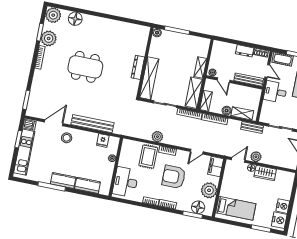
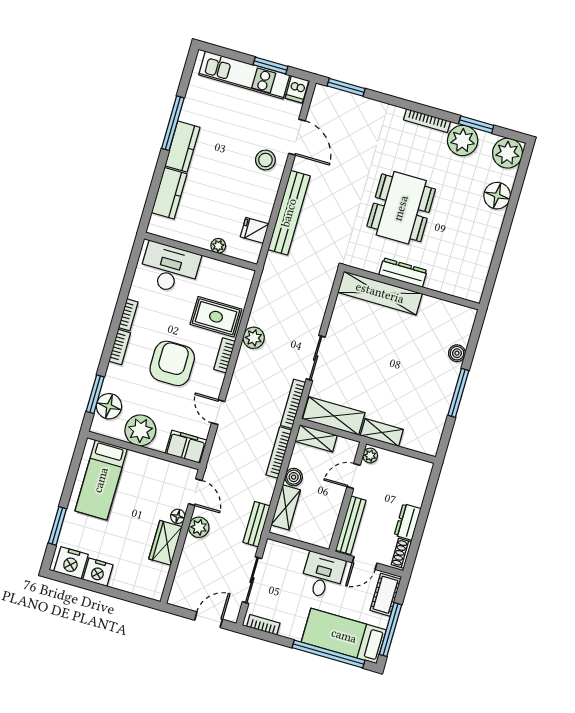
wall: (145, 62) -> (412, 287), moved
dresser: (138, 67) -> (403, 273), moved
shelving: (149, 78) -> (380, 293), moved

